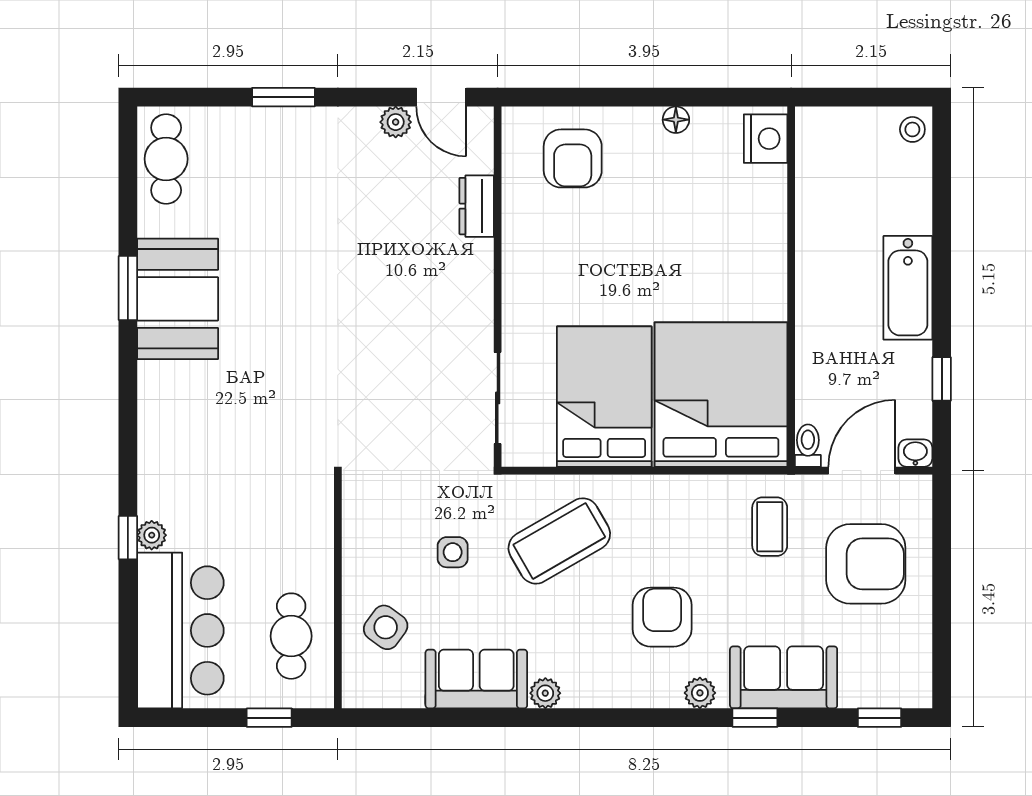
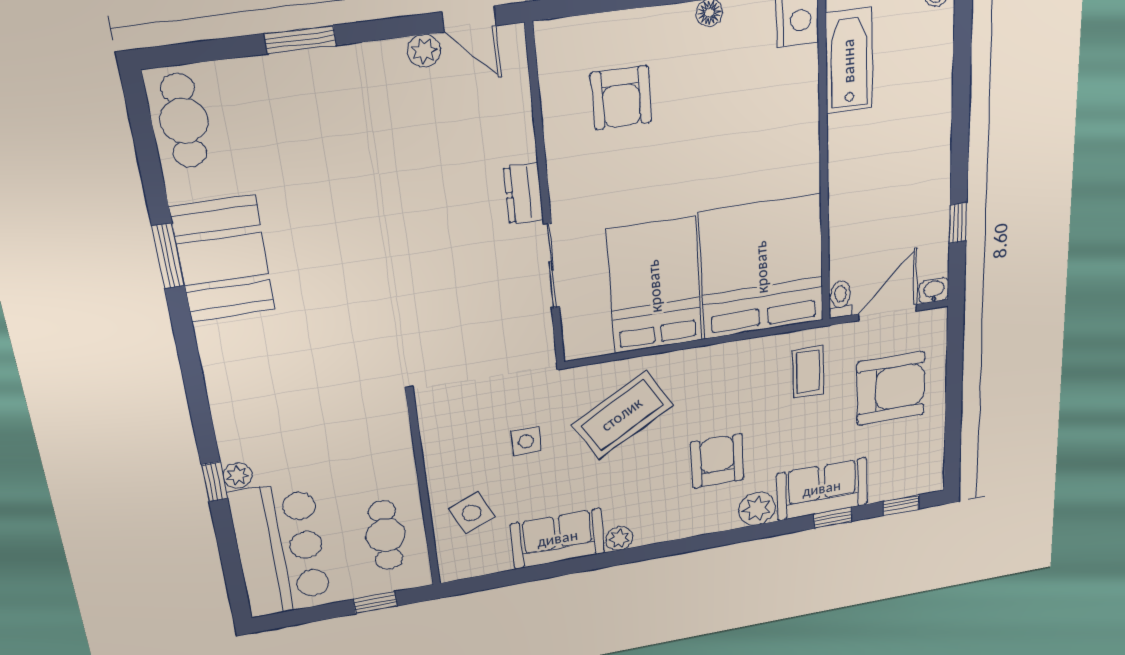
armchair: (573, 158) -> (621, 98), moved
dresser: (477, 206) -> (524, 193), moved
bathtub: (908, 288) -> (849, 61), moved, turned 180
sliding door: (498, 398) -> (551, 266), moved
side table: (386, 627) -> (472, 513), turned 30
plant: (700, 693) -> (757, 509), width x1.38, depth x1.38
window: (755, 718) -> (833, 518), moved

